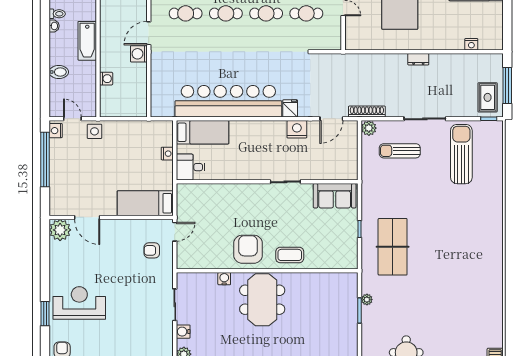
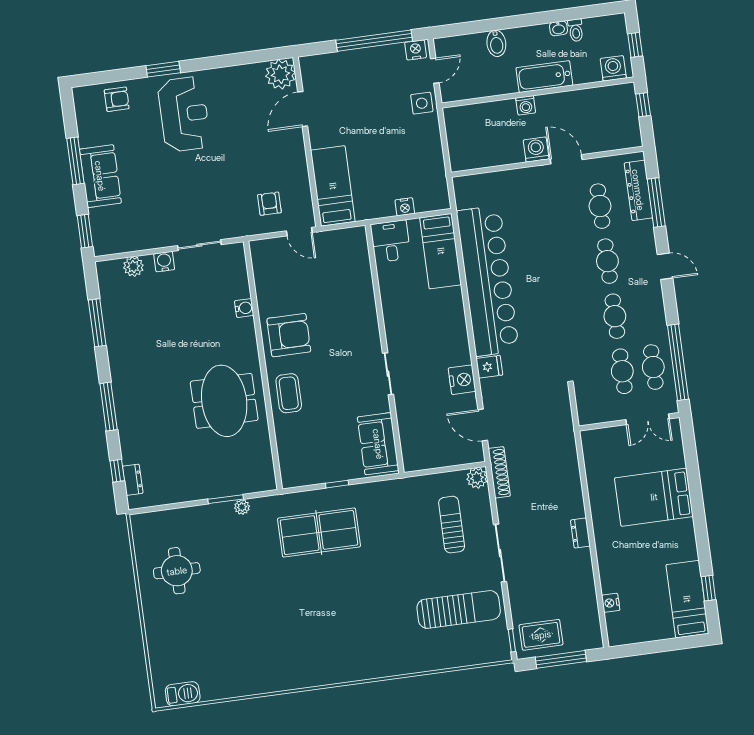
washing machine: (106, 79) -> (526, 105), moved
meeting table: (262, 300) -> (224, 401), moved, turned 90

